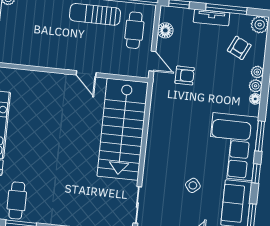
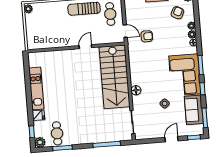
floor lamp: (165, 30) -> (136, 90), moved
door: (86, 74) -> (85, 47), swing flipped

